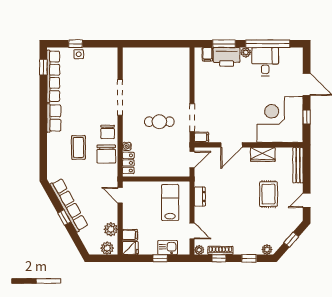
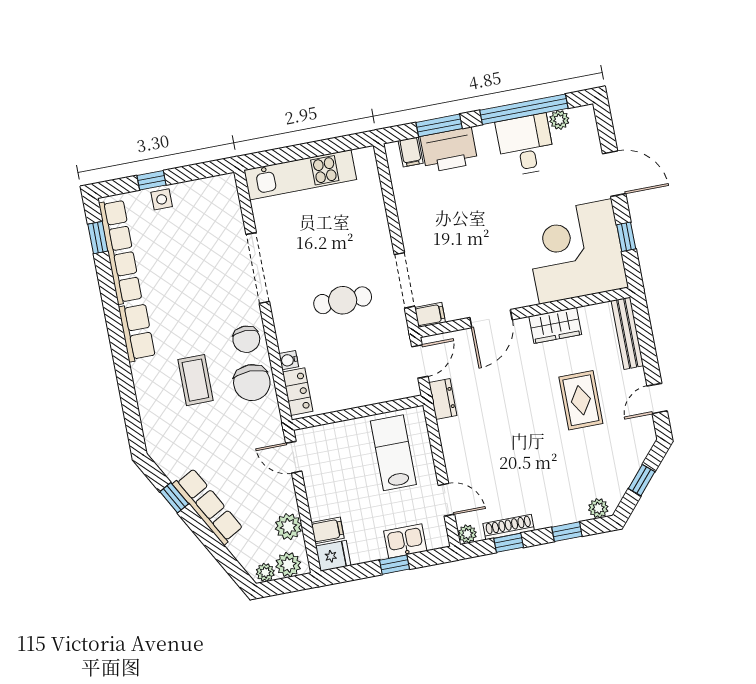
plant: (246, 52) -> (559, 120), moved
kitchen unit: (150, 55) -> (300, 175), added
dresser: (200, 197) -> (443, 399), moved
row of seats: (69, 205) -> (208, 506), width x0.73
window: (64, 217) -> (174, 498), moved
plant: (95, 250) -> (265, 572), added

